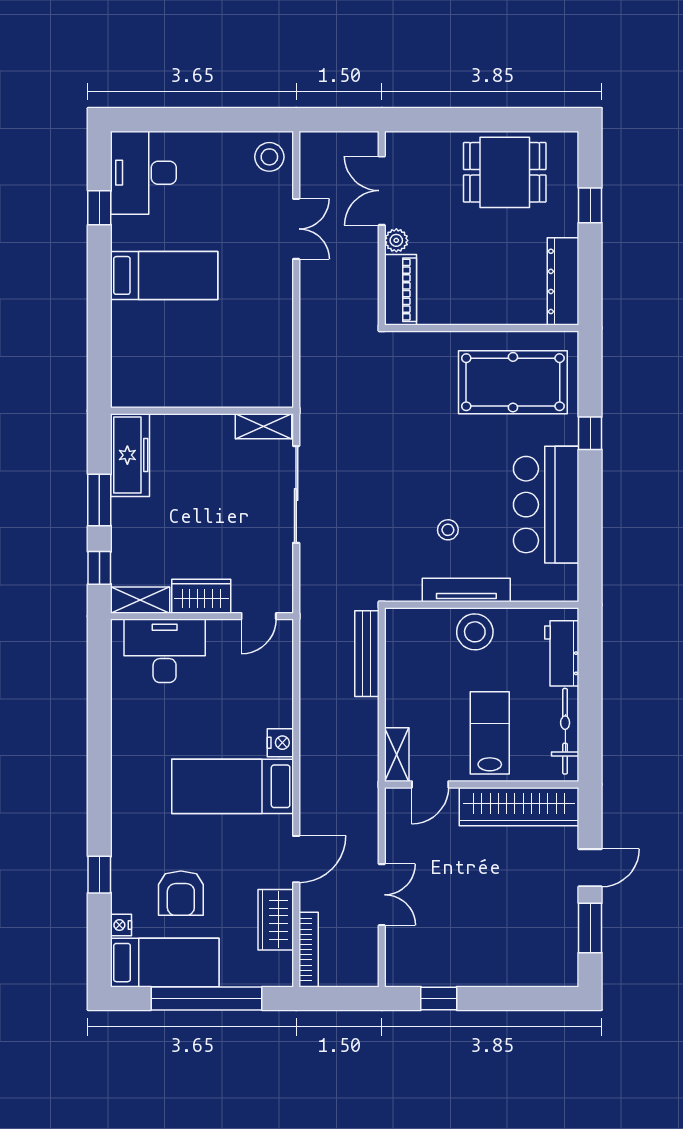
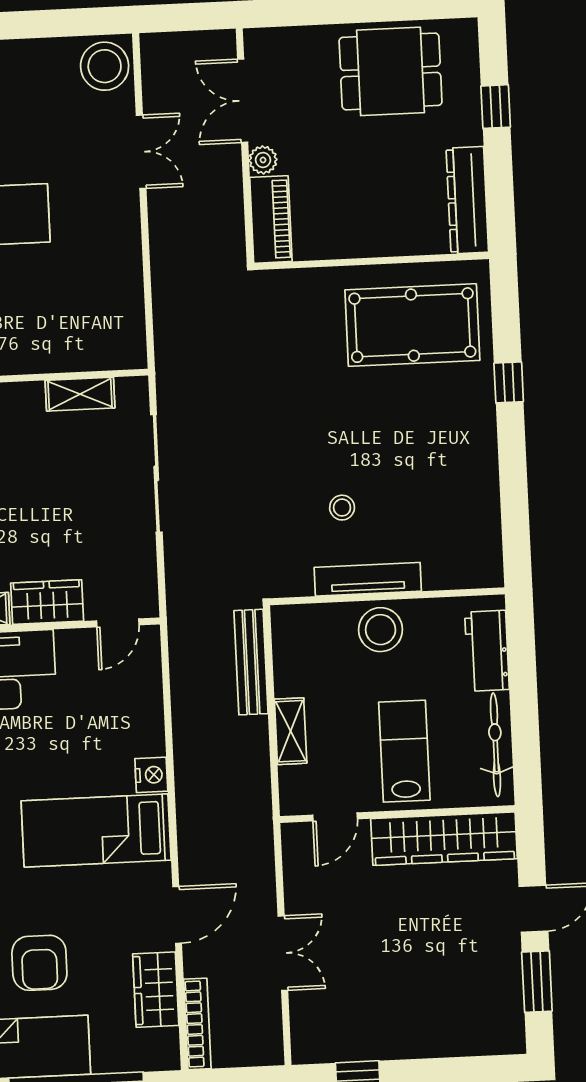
stool: (269, 157) -> (105, 66), width x1.38, depth x1.38
shelving: (264, 426) -> (80, 394), moved
bar counter: (546, 505) -> (460, 471), removed
shelving: (397, 755) -> (291, 731), moved

